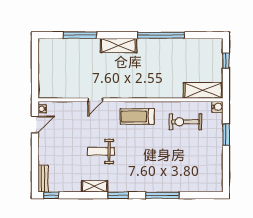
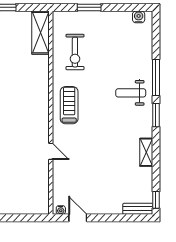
water cooler: (217, 107) -> (139, 17), moved
treadmill: (137, 116) -> (69, 105), turned 180
weight bench: (101, 151) -> (131, 93), moved, turned 90
window: (118, 195) -> (156, 115), moved

